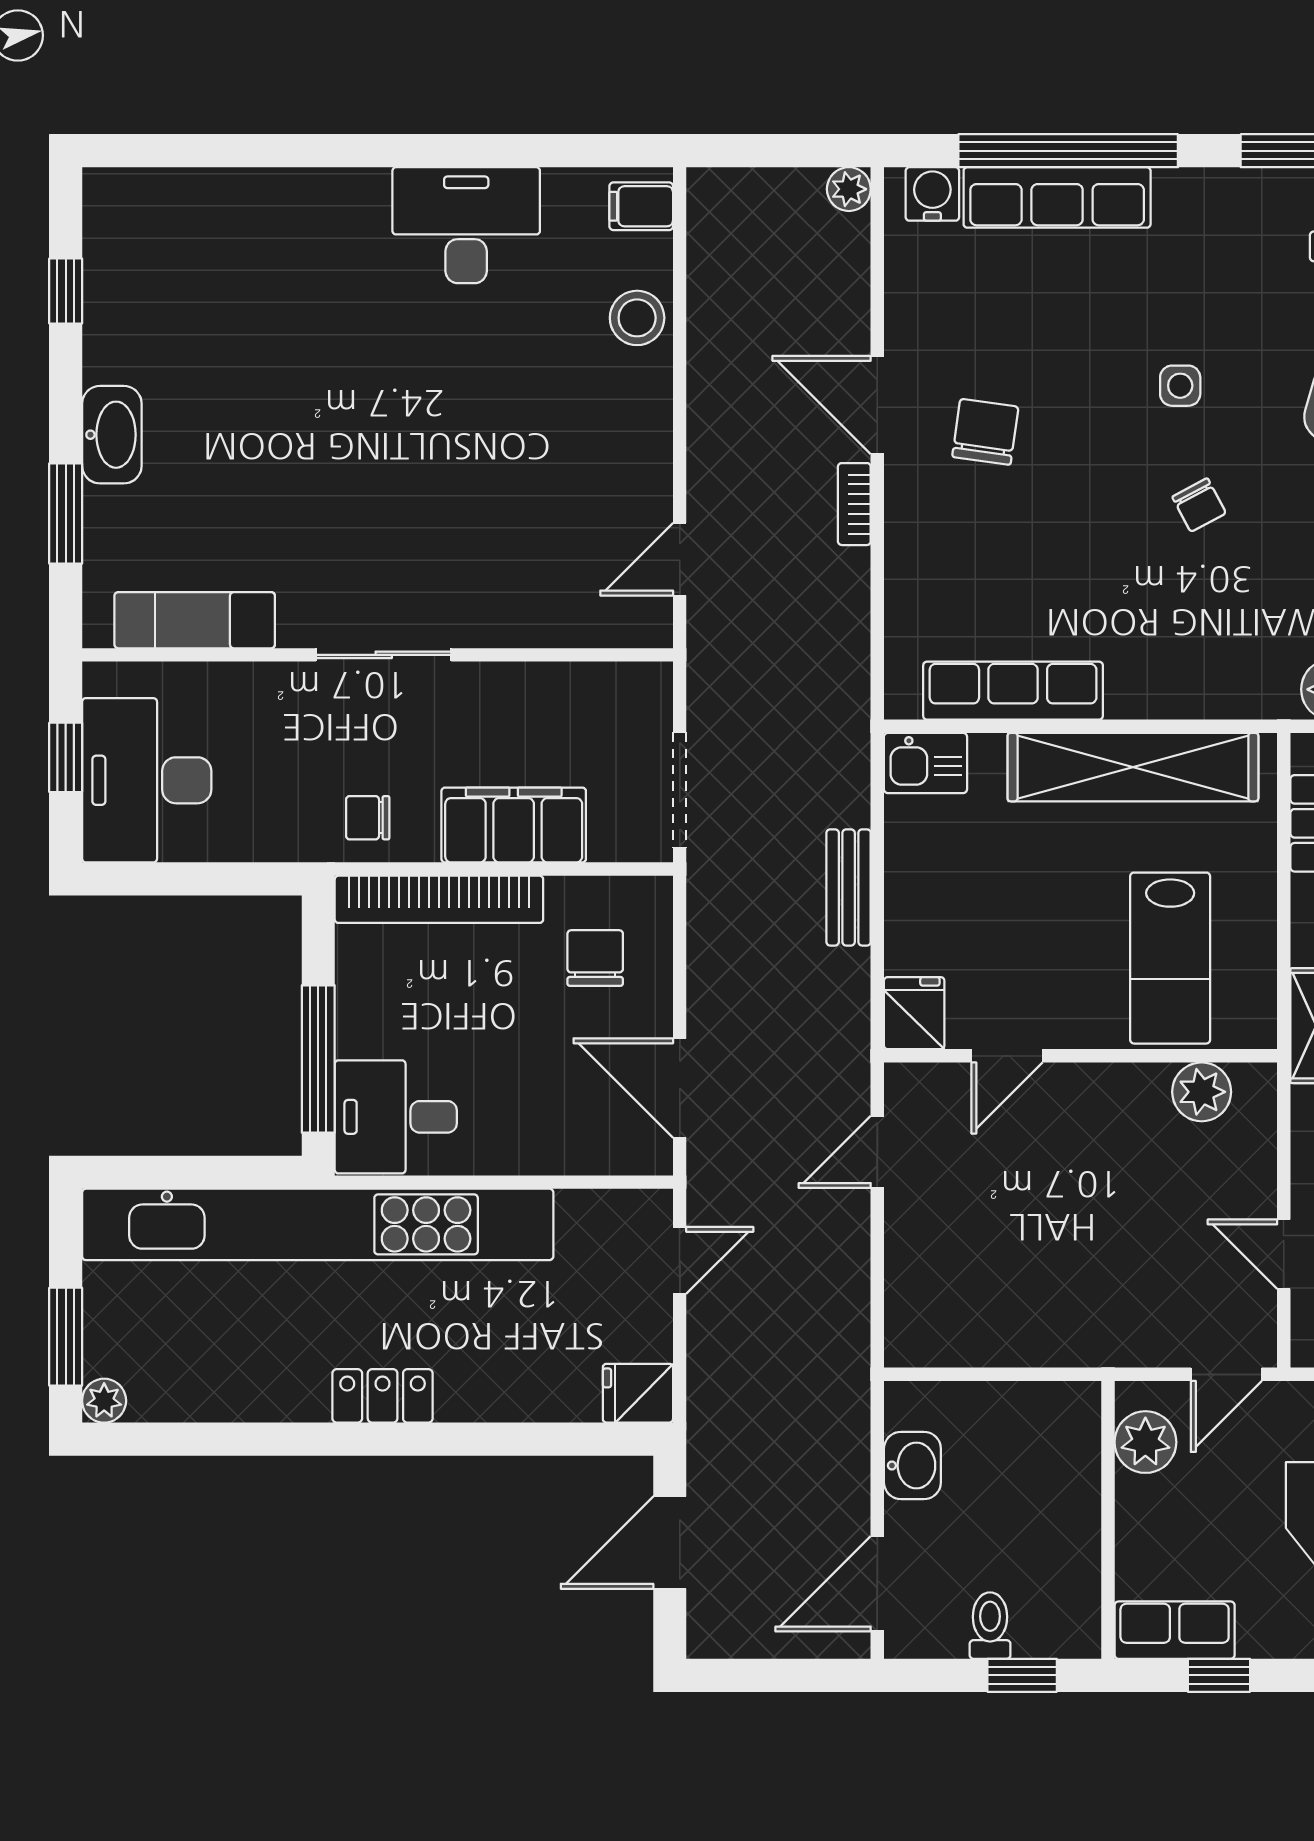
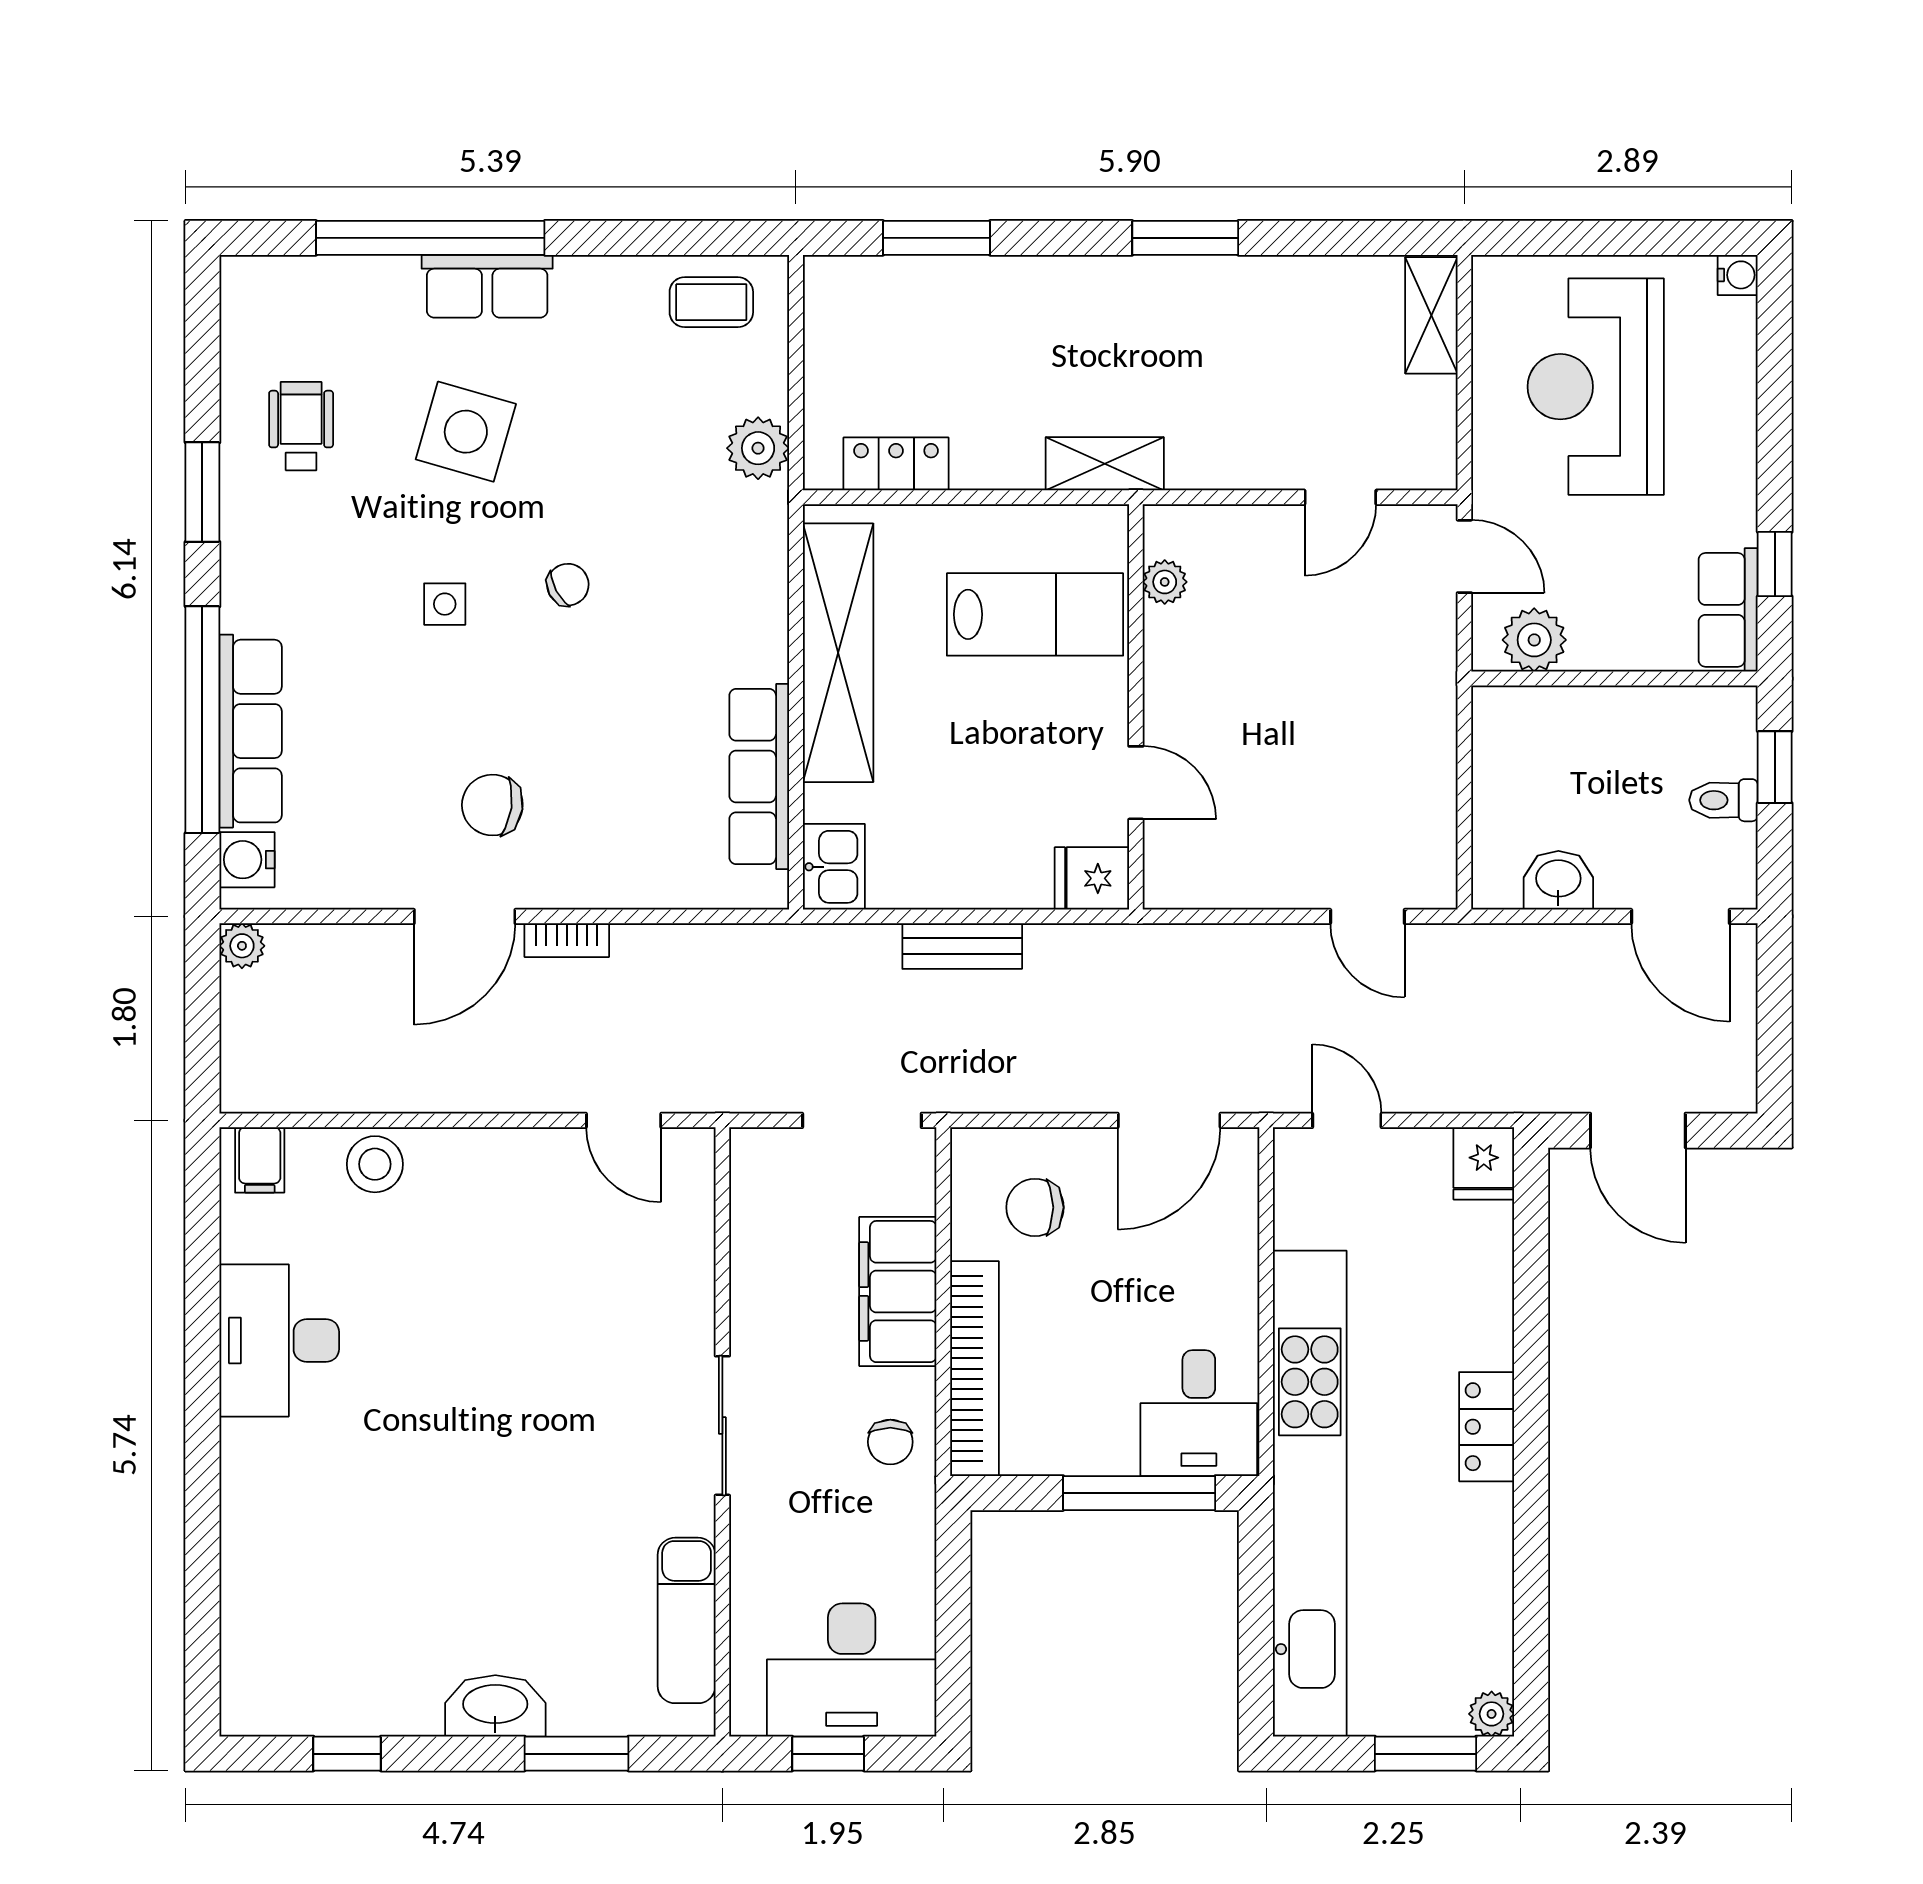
plant: (1202, 1092) -> (1165, 582), width x0.73, depth x0.73
door: (877, 1152) -> (1367, 916), moved

